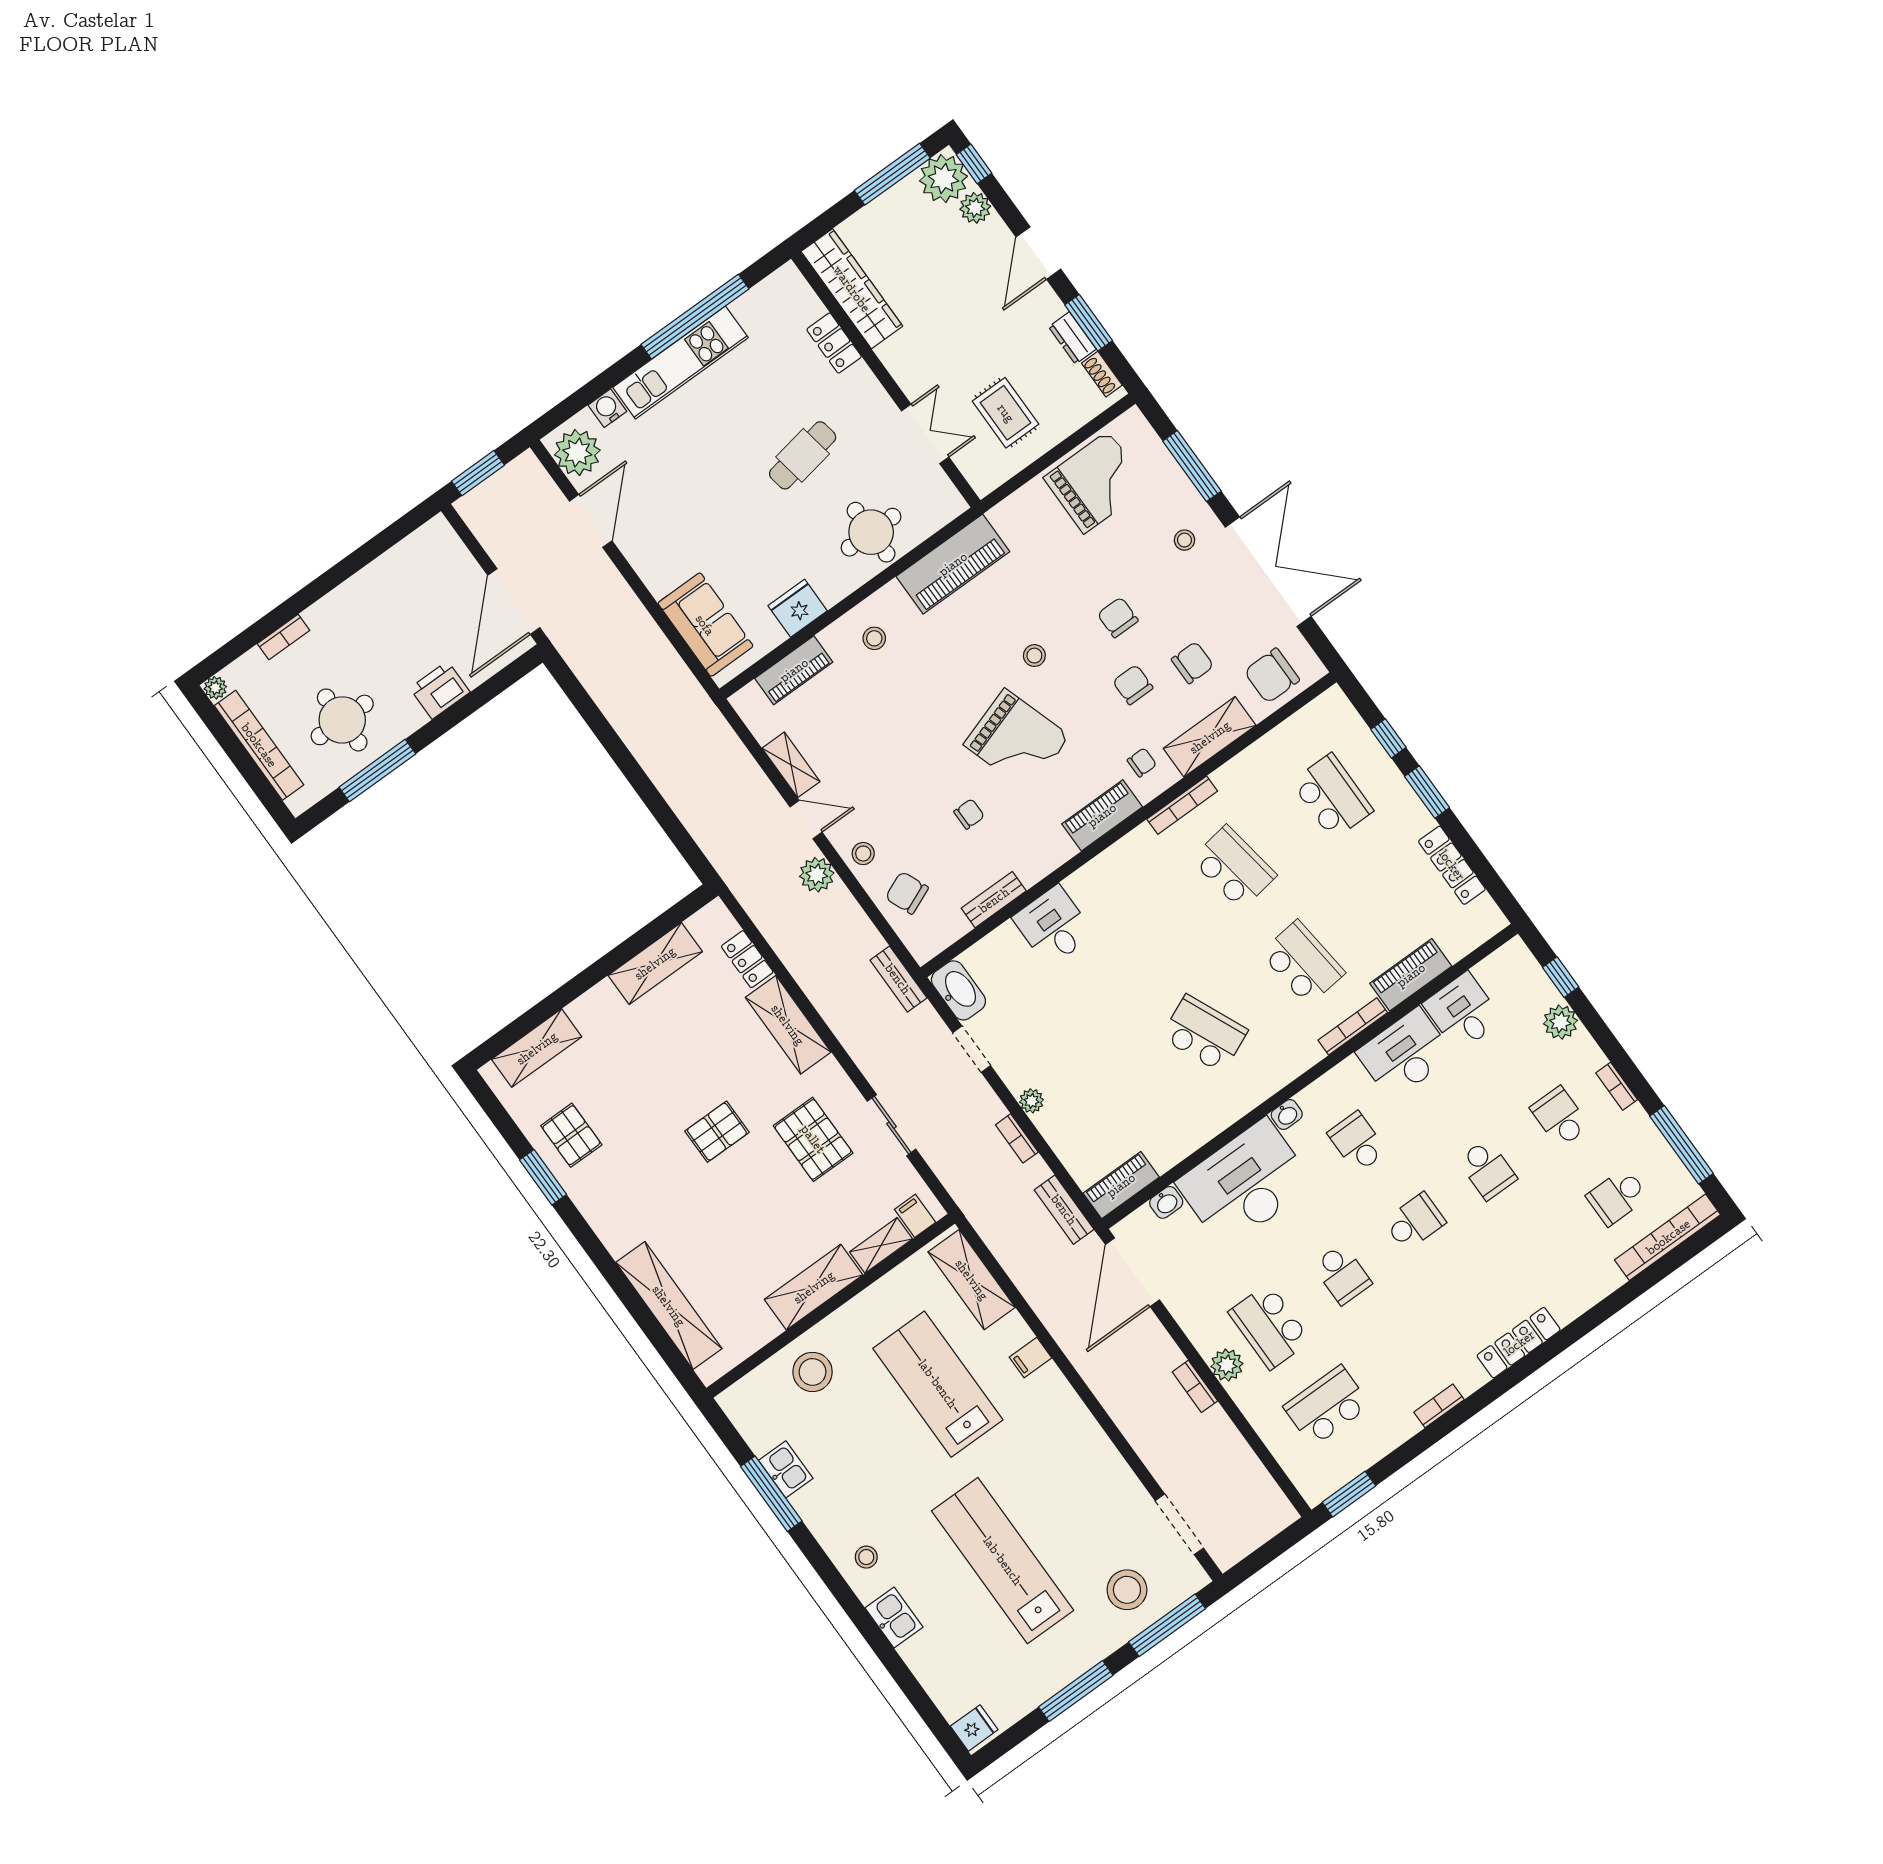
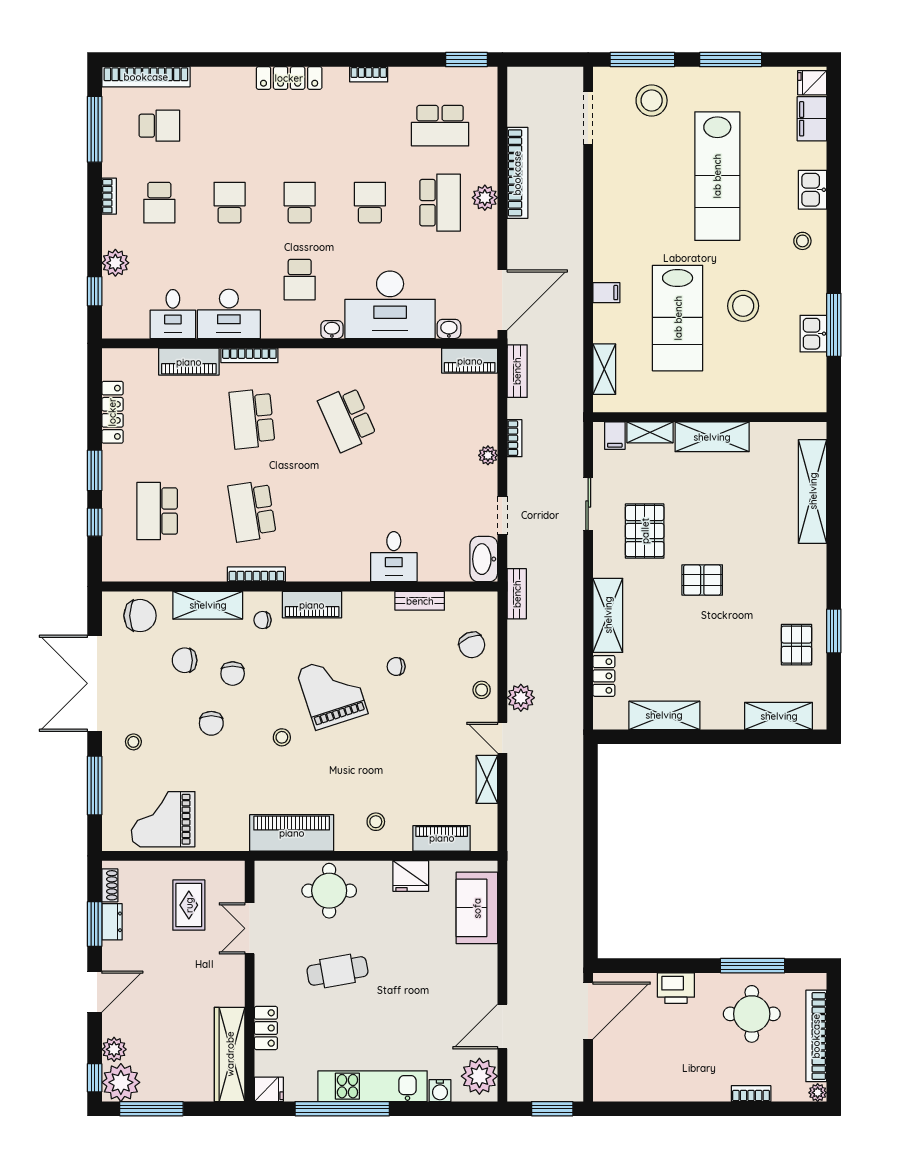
fridge: (785, 282) -> (269, 1089), added
school desk: (1415, 1222) -> (300, 203), turned 90
shelving: (972, 1280) -> (604, 369), width x0.67, depth x0.75
stool: (813, 1372) -> (743, 306), moved
bookcase: (1195, 1386) -> (517, 173), width x2.31, depth x1.31
filing cabinet: (948, 1690) -> (812, 119), added

